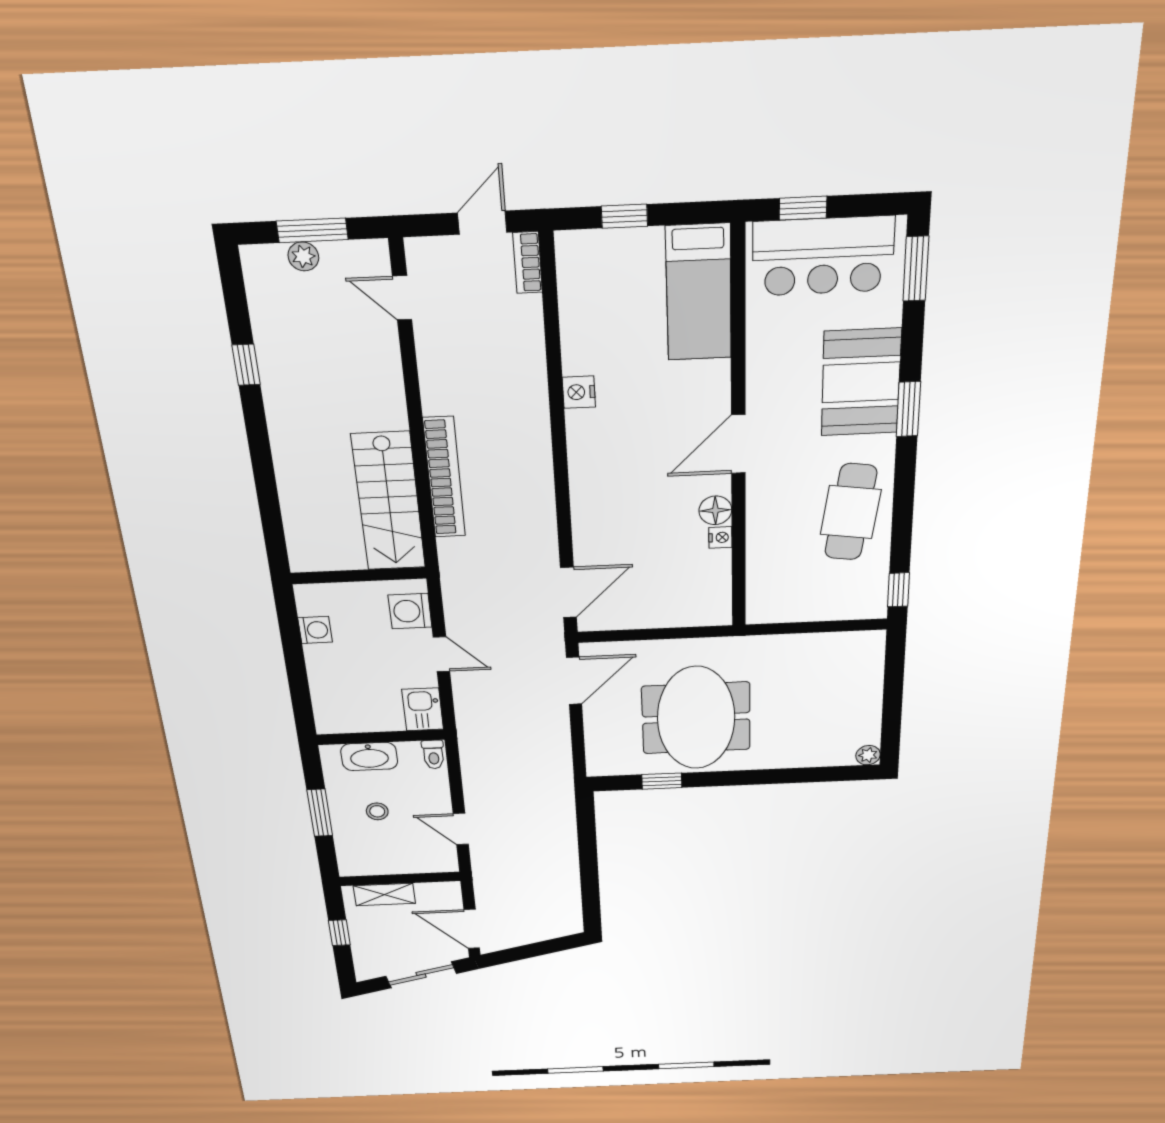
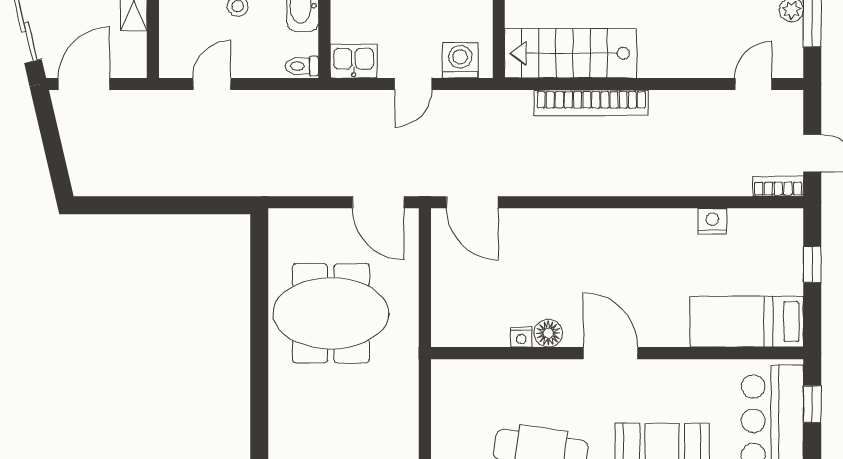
nightstand: (579, 392) -> (712, 221), moved
window: (662, 781) -> (259, 280), removed

